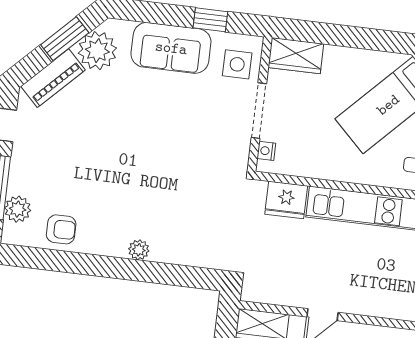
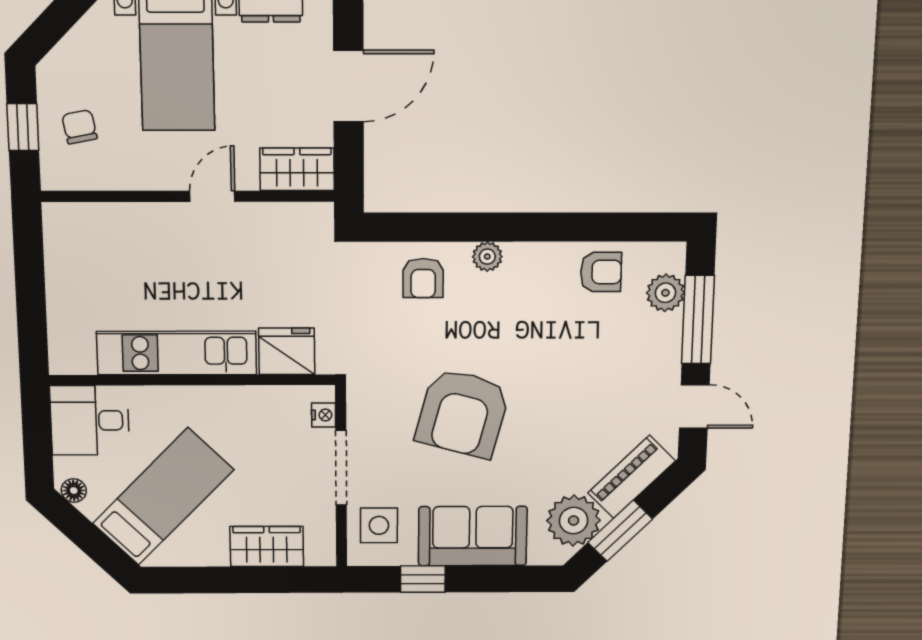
wardrobe: (296, 56) -> (267, 546), moved
armchair: (168, 140) -> (463, 413), added
armchair: (61, 229) -> (601, 272), turned 180
armchair: (185, 240) -> (423, 278), added

